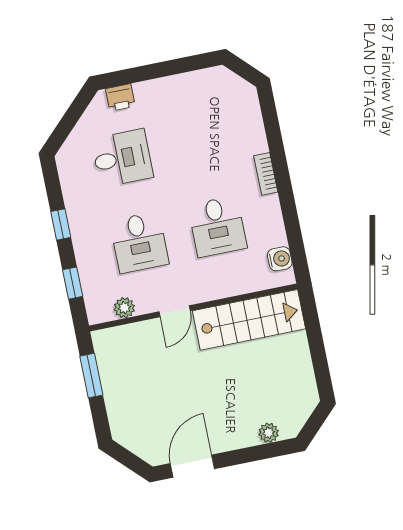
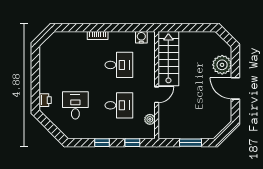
door: (175, 311) -> (157, 95), hinge flipped
window: (91, 376) -> (191, 143), moved
plant: (269, 433) -> (222, 65), width x1.88, depth x1.88
door: (192, 466) -> (235, 88), moved

